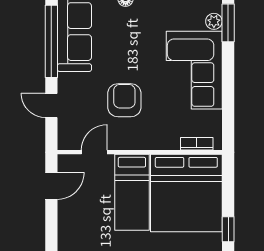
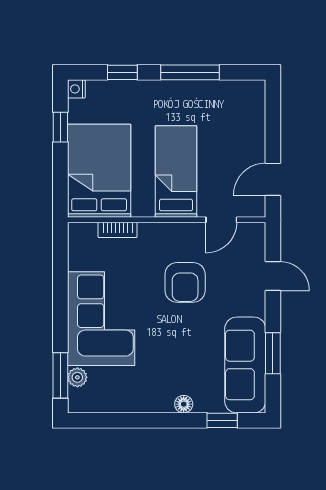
window: (51, 41) -> (273, 353), width x0.47
bookcase: (197, 144) -> (118, 230), moved
bed: (186, 193) -> (99, 171), width x0.73

